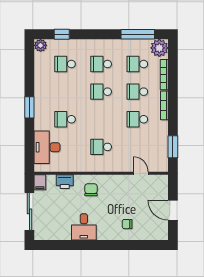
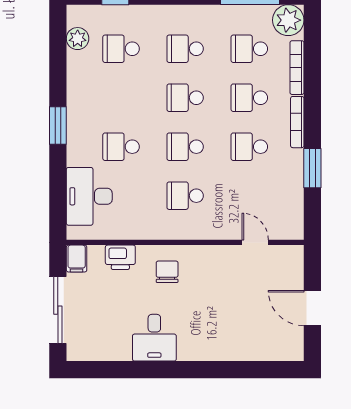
plant: (41, 45) -> (78, 39), moved
school desk: (101, 119) -> (185, 147), added
window: (173, 147) -> (312, 168), moved
chair: (127, 224) -> (231, 333), removed

